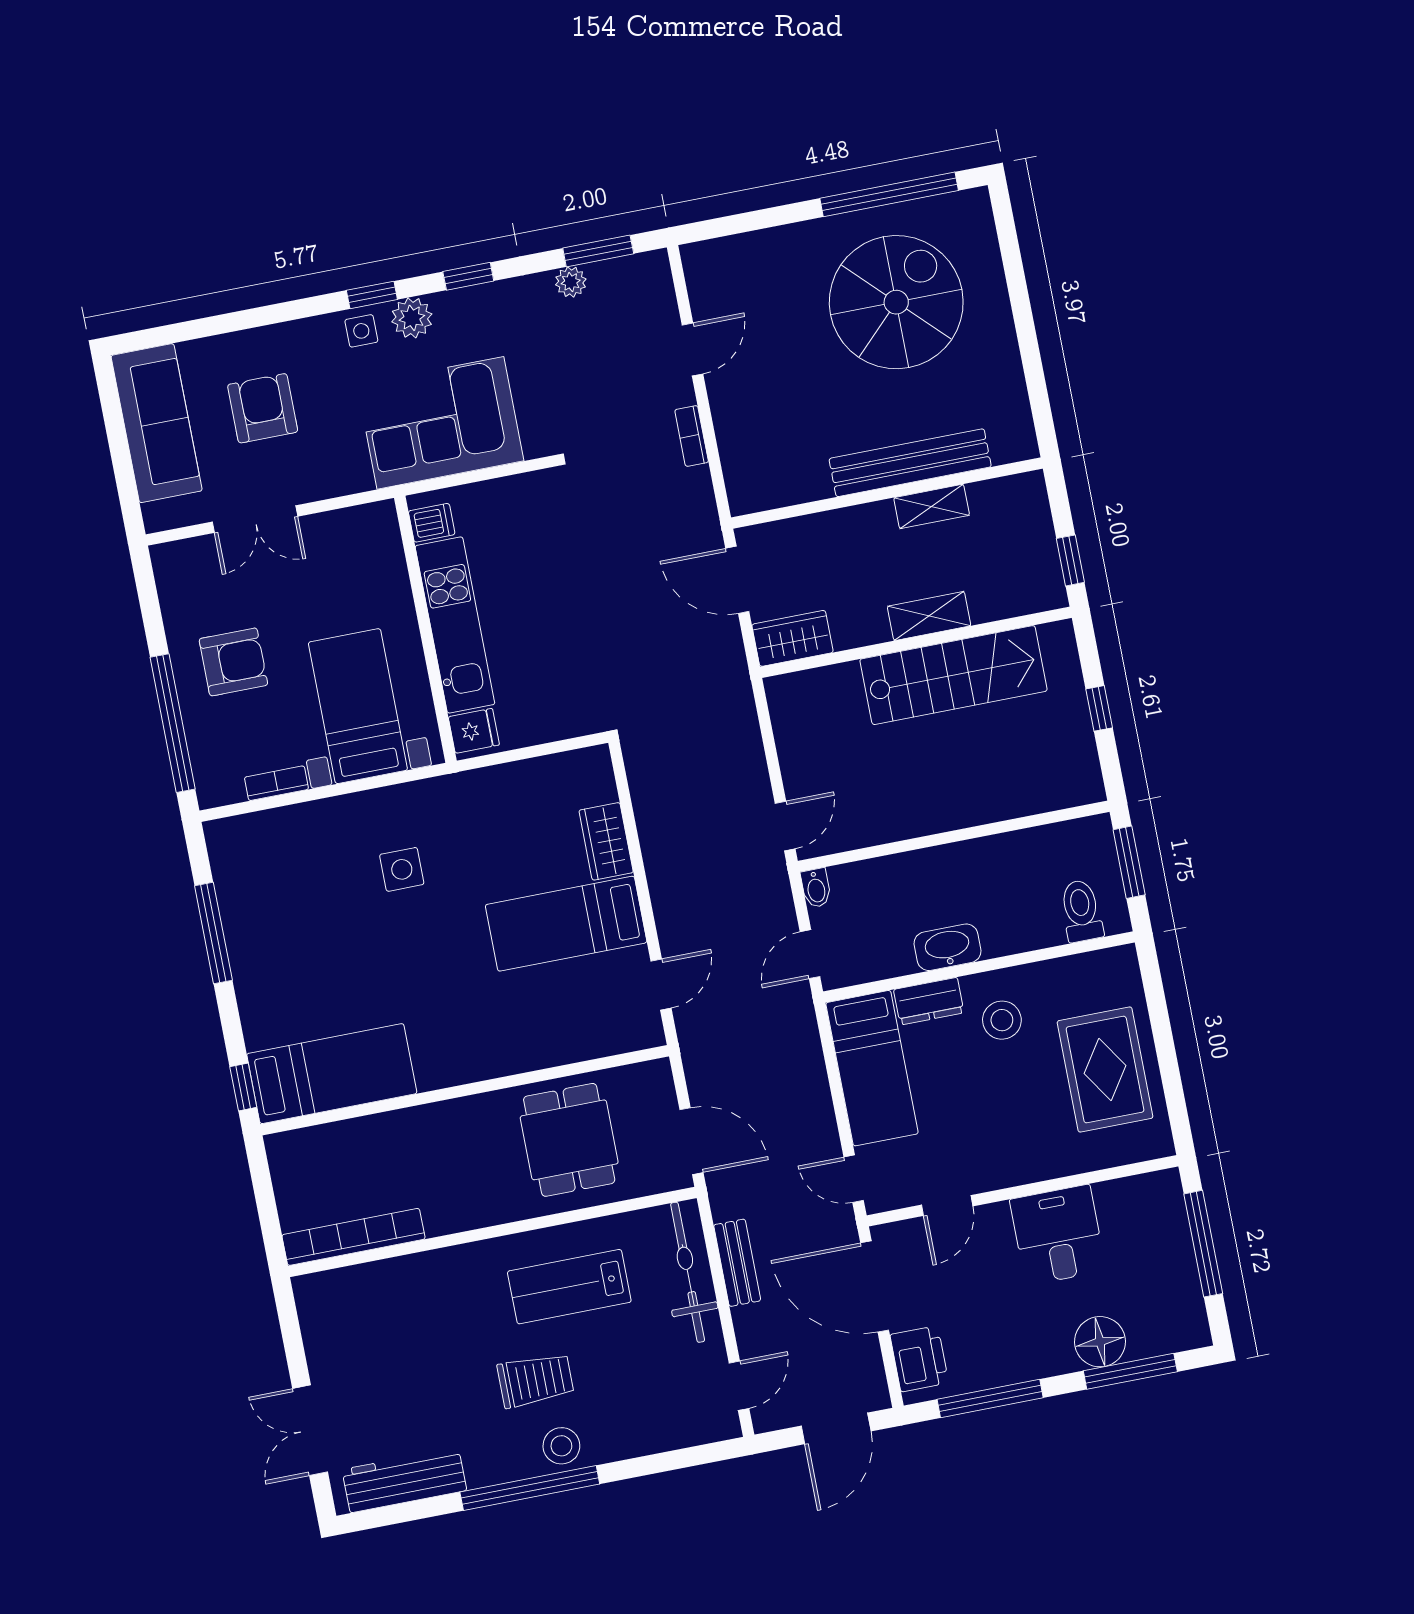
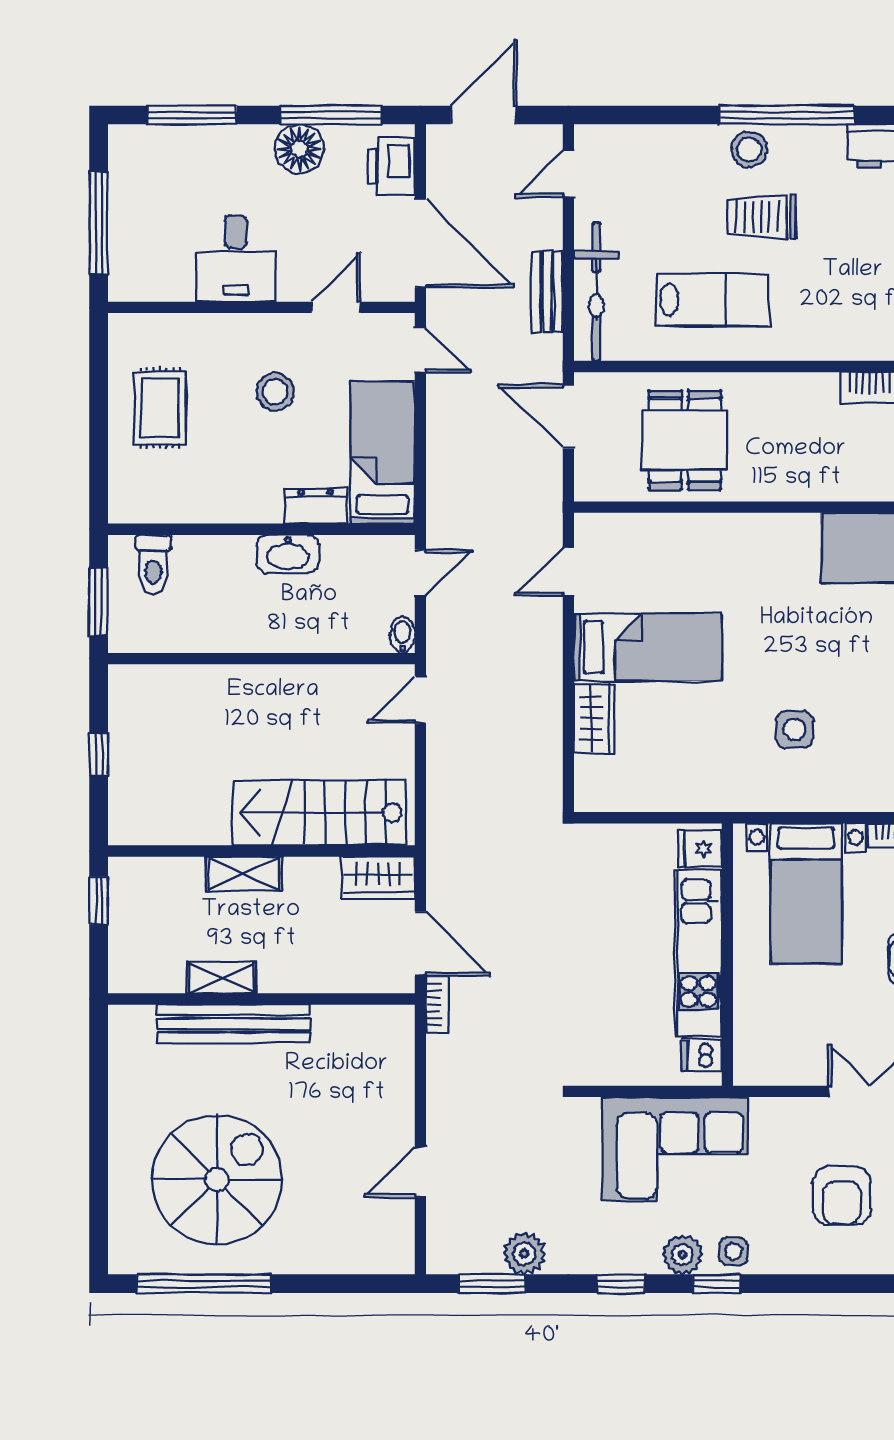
plant: (571, 282) -> (524, 1254), width x1.38, depth x1.38
spiral stairs: (896, 302) -> (217, 1180), turned 180
bookcase: (692, 436) -> (437, 1005), moved
stairs: (954, 675) -> (319, 813), moved
stool: (1002, 1020) -> (275, 392), moved
rug: (1105, 1069) -> (160, 408), width x0.73, depth x0.70
floor lamp: (1100, 1342) -> (299, 149), moved

